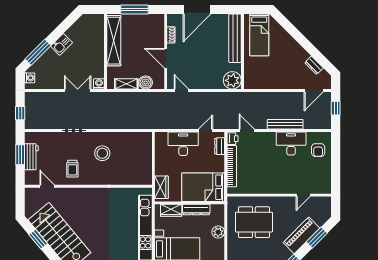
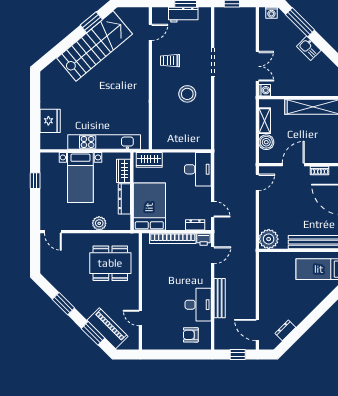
desk: (183, 144) -> (198, 169), moved
dining table: (254, 222) -> (110, 263), turned 90
piano: (301, 235) -> (107, 328), moved

